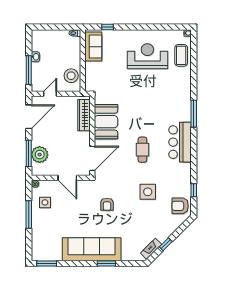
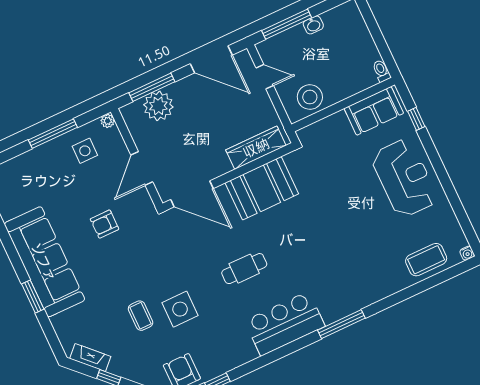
reception desk: (147, 56) -> (404, 178), moved
armchair: (107, 204) -> (105, 224), moved
coffee table: (142, 213) -> (141, 316), added

